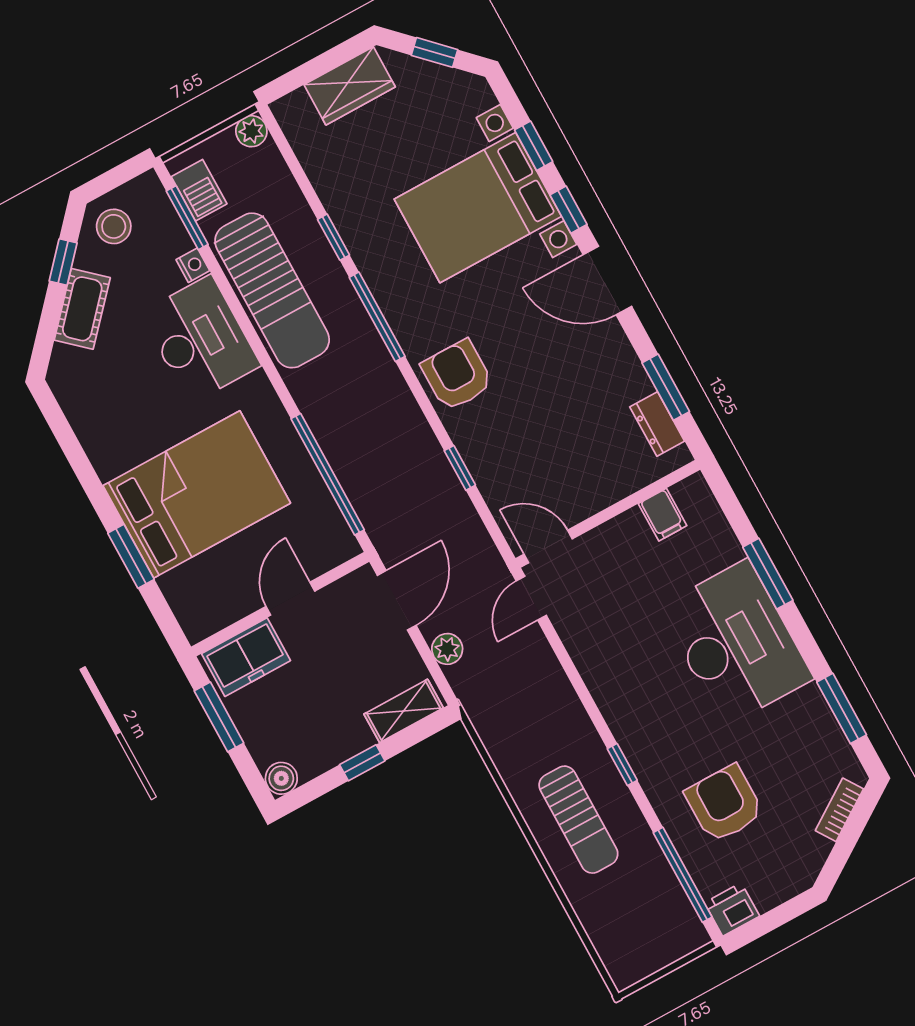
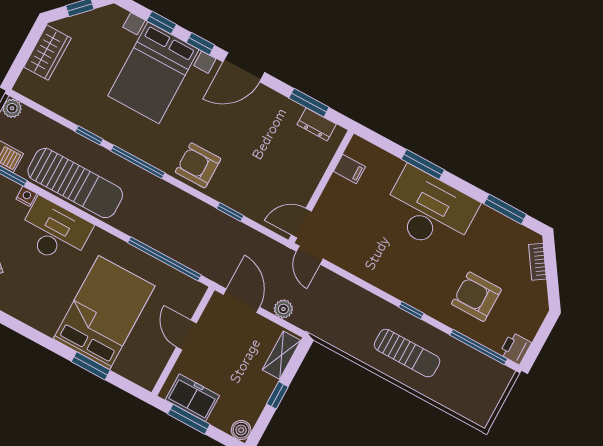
freezer: (246, 657) -> (192, 398), moved, turned -90

